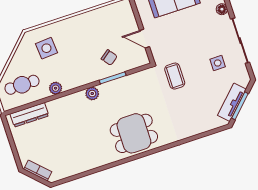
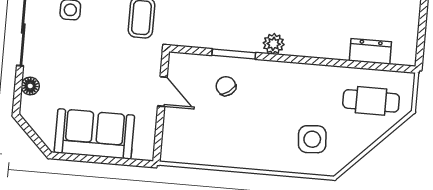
plant: (56, 88) -> (324, 75), removed
dresser: (29, 115) -> (370, 51), width x0.70

